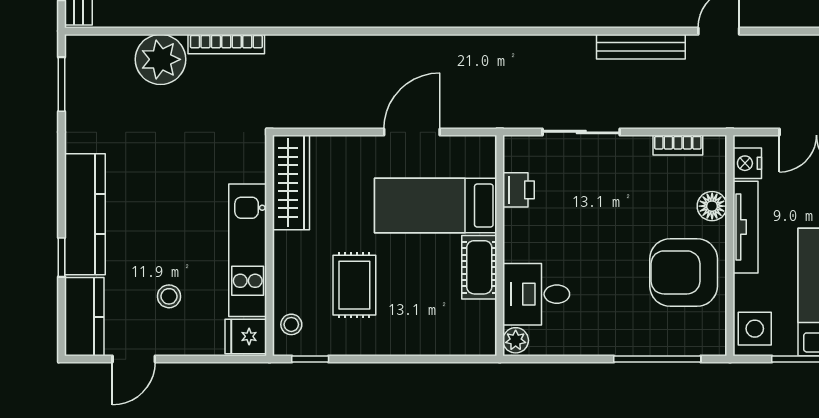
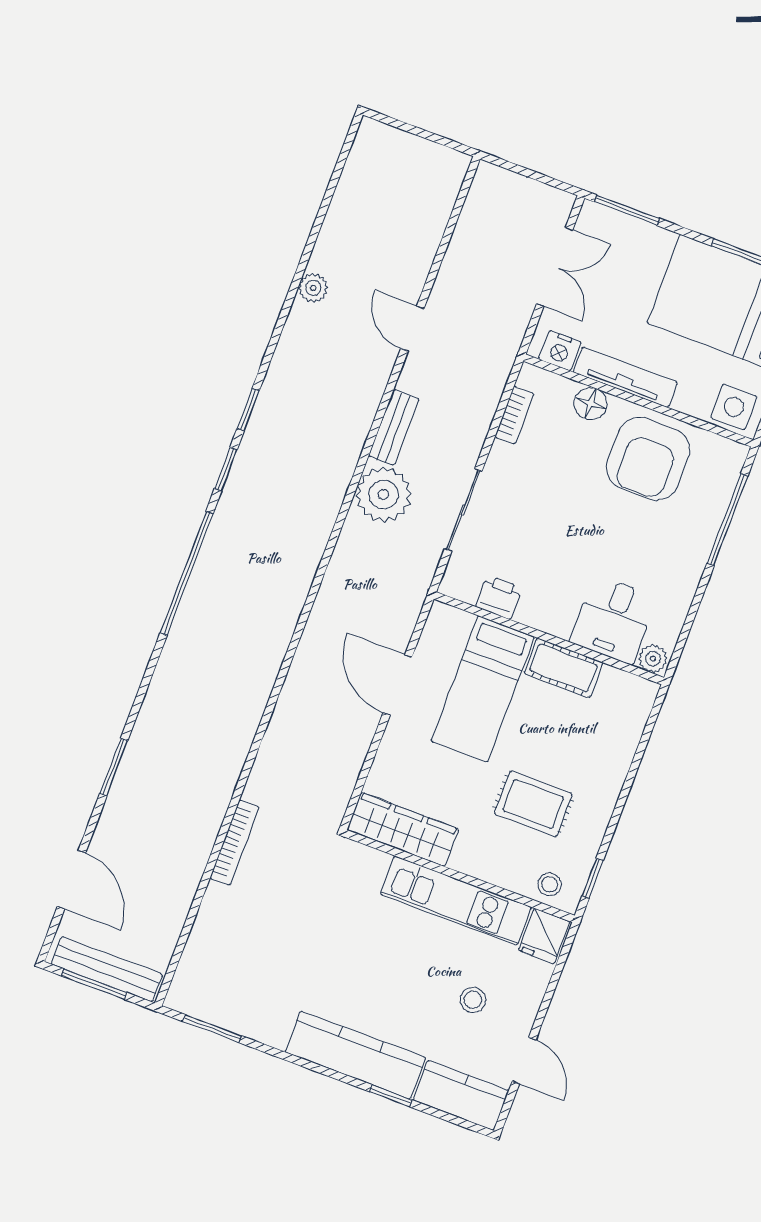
bench: (641, 47) -> (394, 427), width x0.73
plant: (161, 59) -> (383, 495), moved

